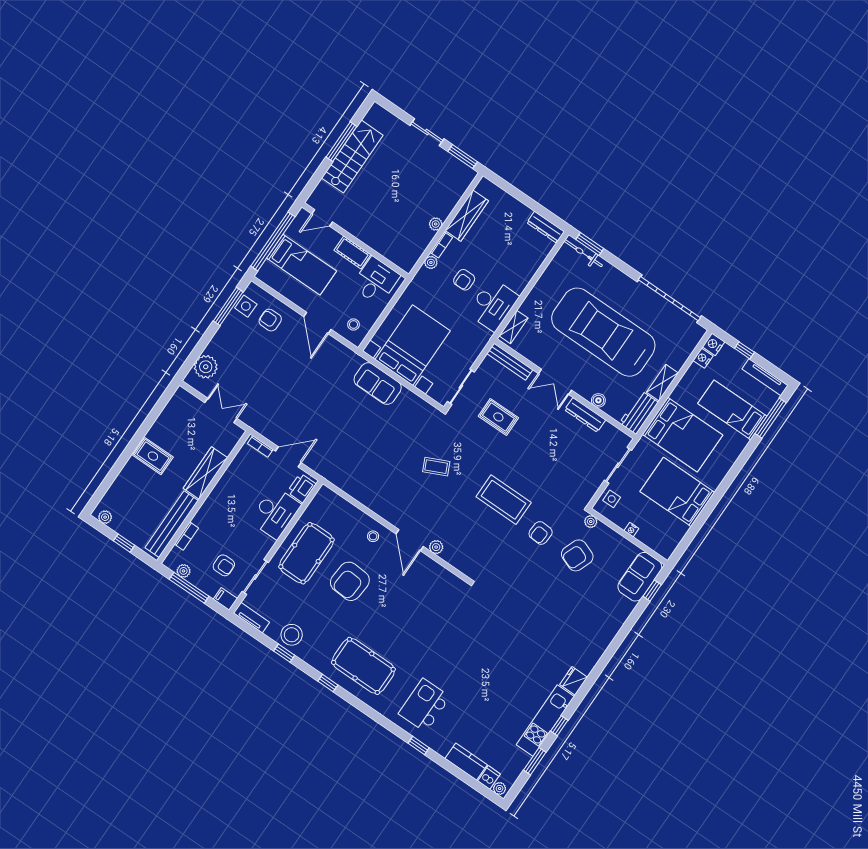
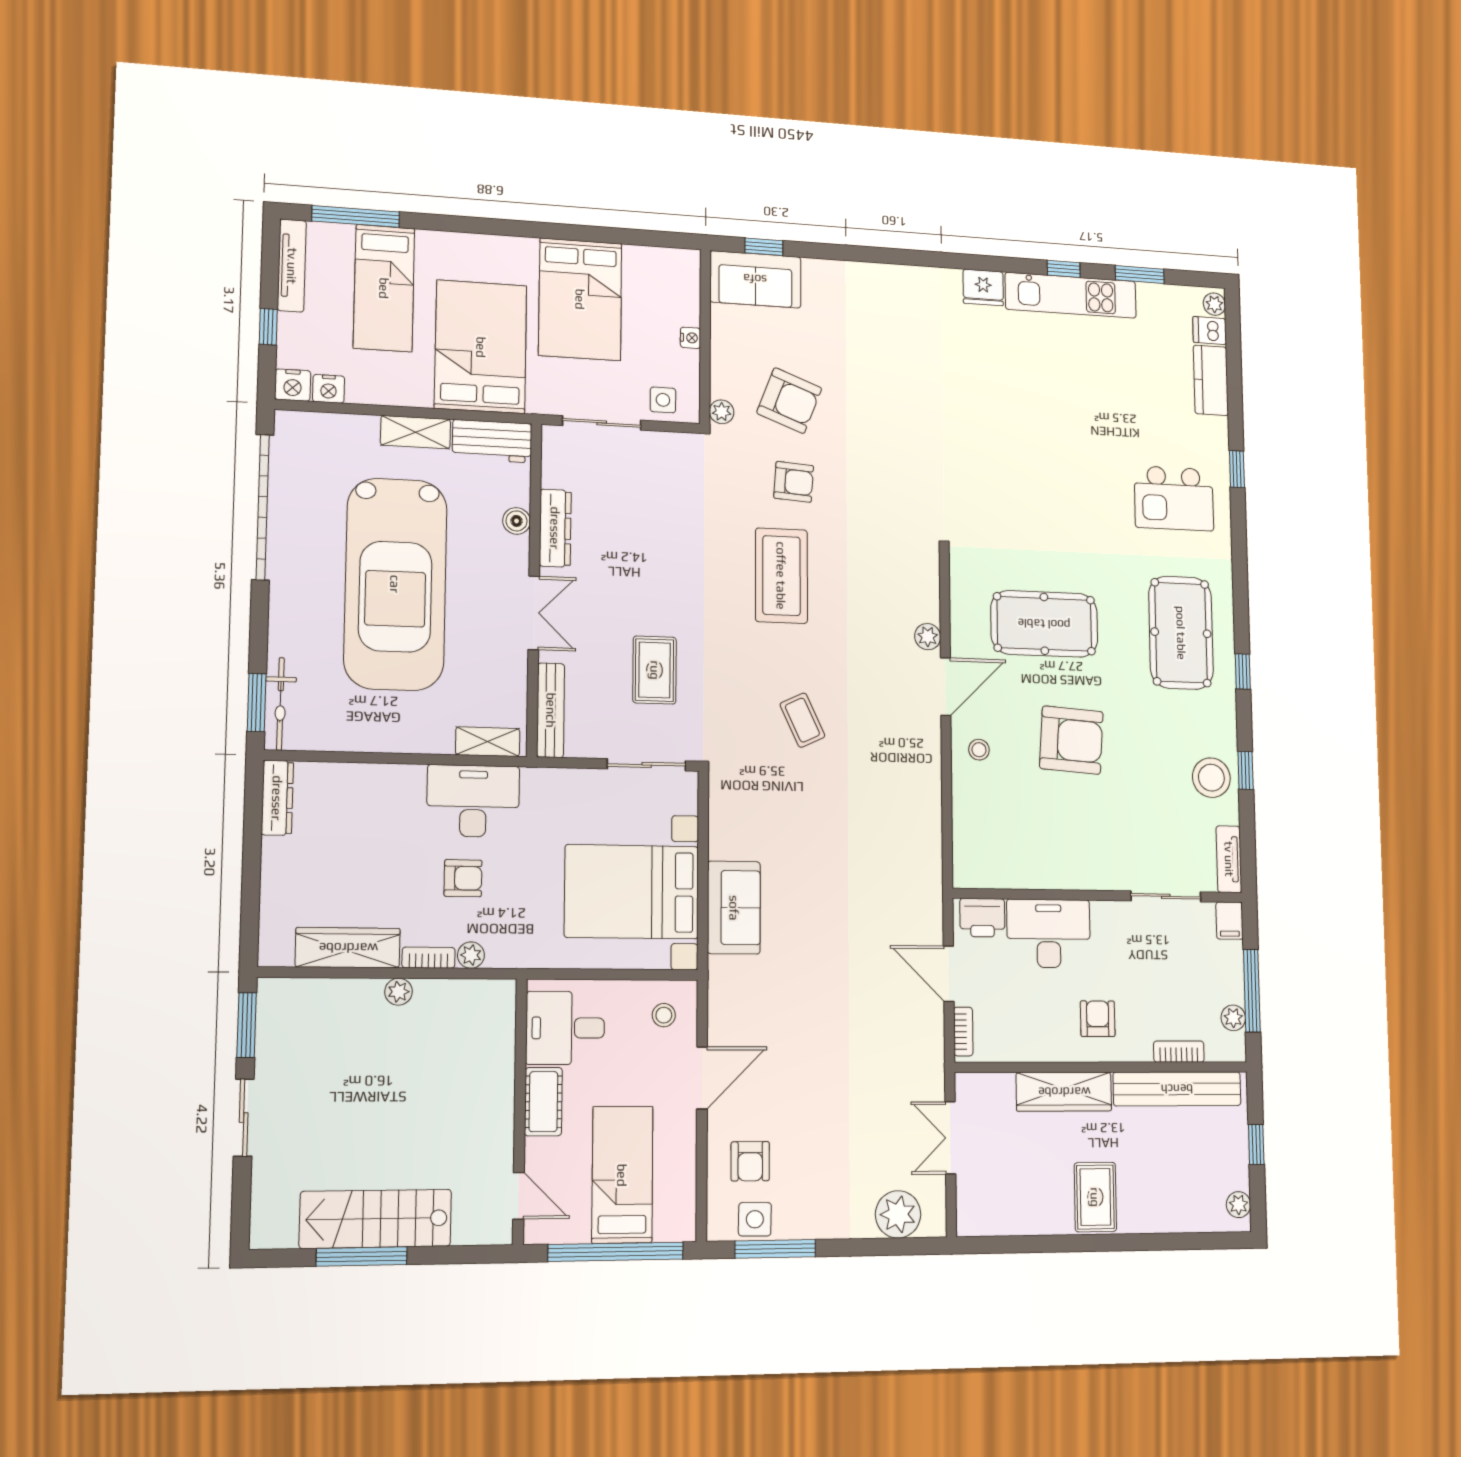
pool table: (306, 553) -> (1044, 624), moved
armchair: (224, 565) -> (1098, 1019), moved

